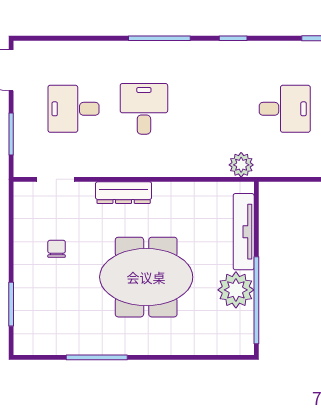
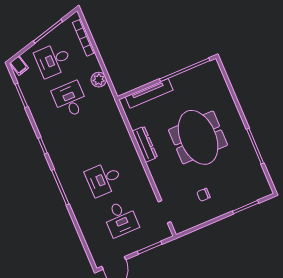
plant: (241, 165) -> (99, 80), moved
dresser: (124, 193) -> (145, 144), moved
plant: (236, 290) -> (184, 84), removed

